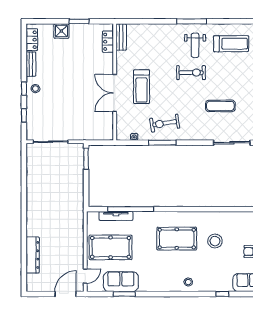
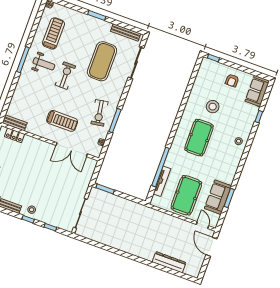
double door: (115, 93) -> (72, 150), moved
exercise mat: (220, 106) -> (102, 61), width x2.00, depth x1.45

